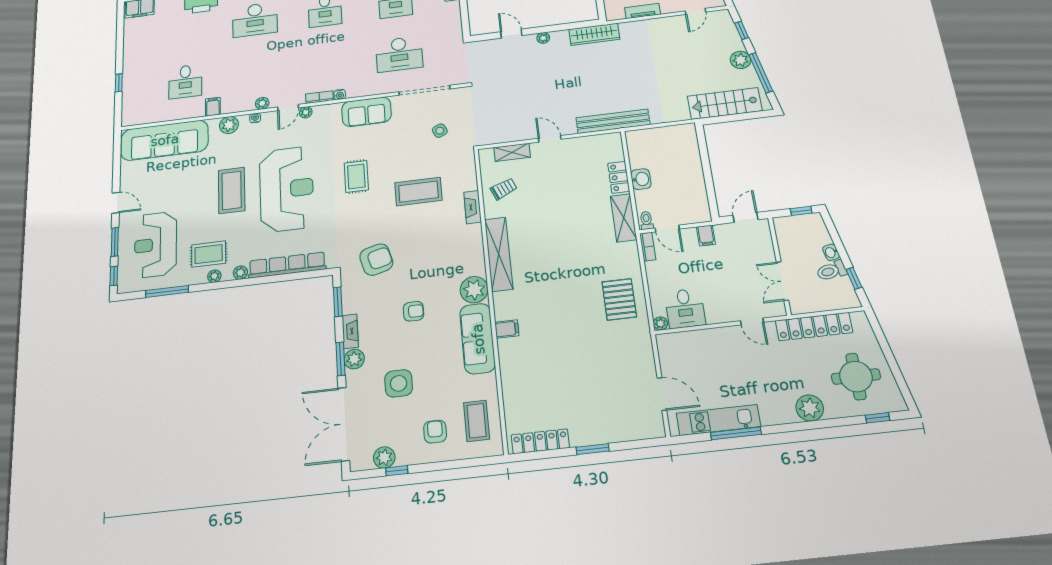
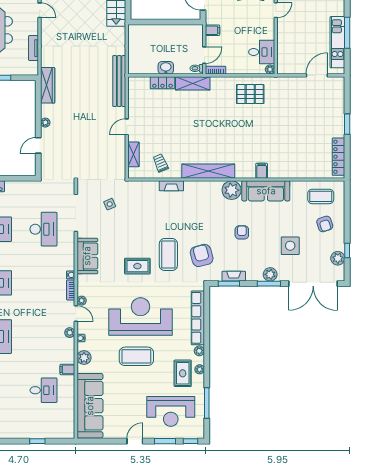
coffee table: (418, 192) -> (168, 255), moved
fireplace: (350, 331) -> (234, 276), moved
armchair: (435, 432) -> (325, 224), turned -108

